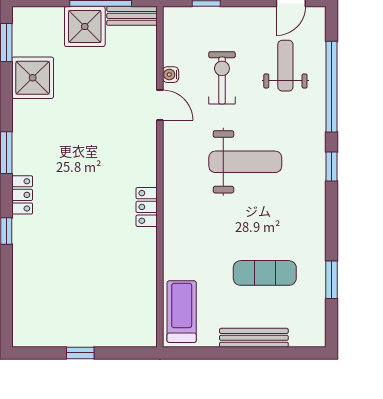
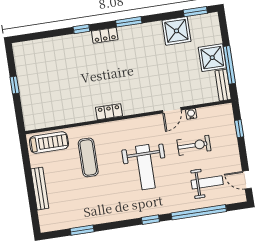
exercise mat: (265, 273) -> (88, 157), moved

